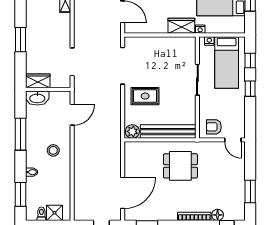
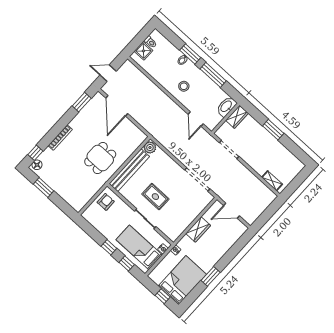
wardrobe: (181, 26) -> (198, 229), moved
rug: (145, 96) -> (155, 197), moved, turned 90
door: (233, 140) -> (86, 206), removed
window: (21, 194) -> (190, 54), moved
floor lamp: (218, 215) -> (37, 165), moved

